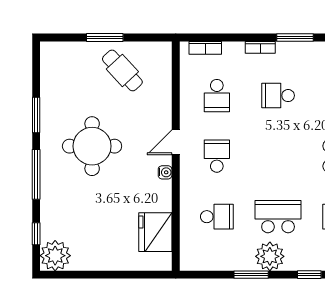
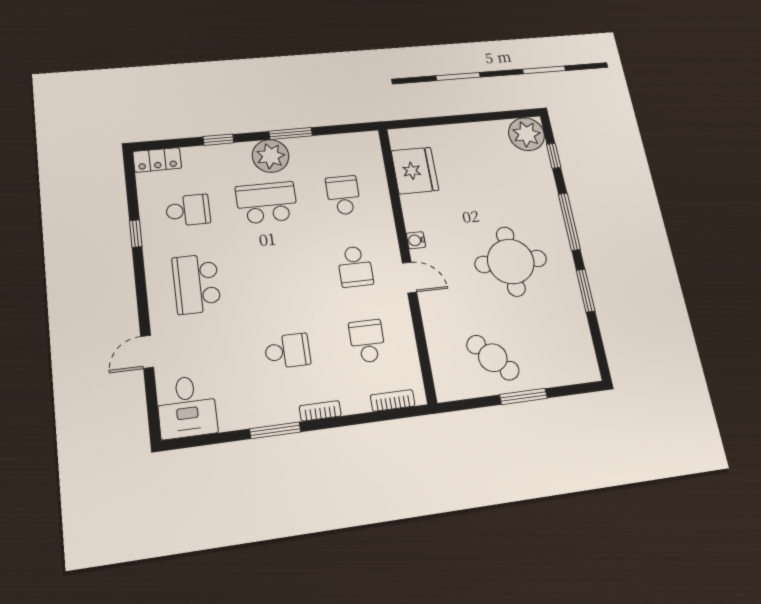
door: (176, 142) -> (409, 278), hinge flipped
school desk: (217, 217) -> (343, 195), turned 90
school desk: (278, 217) -> (267, 203), turned 180

